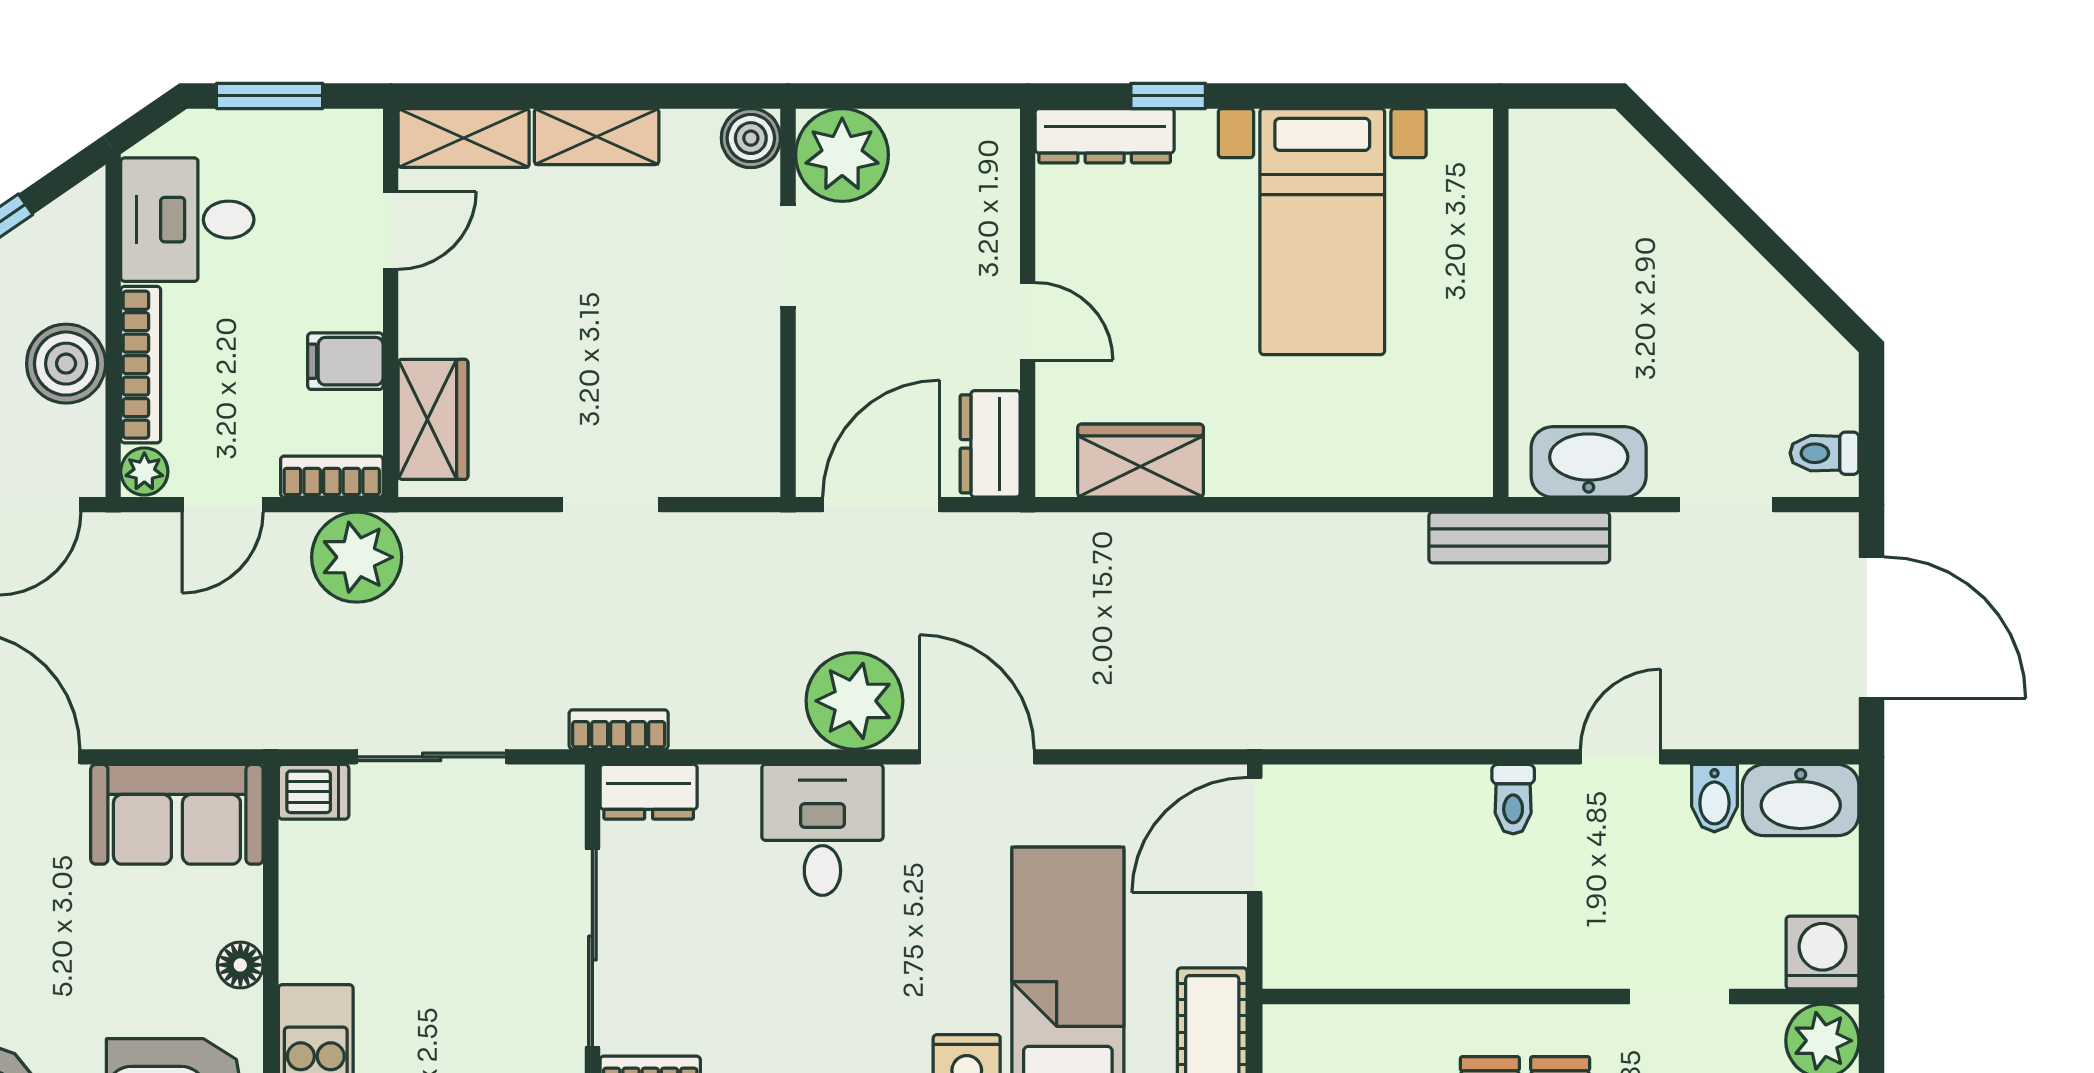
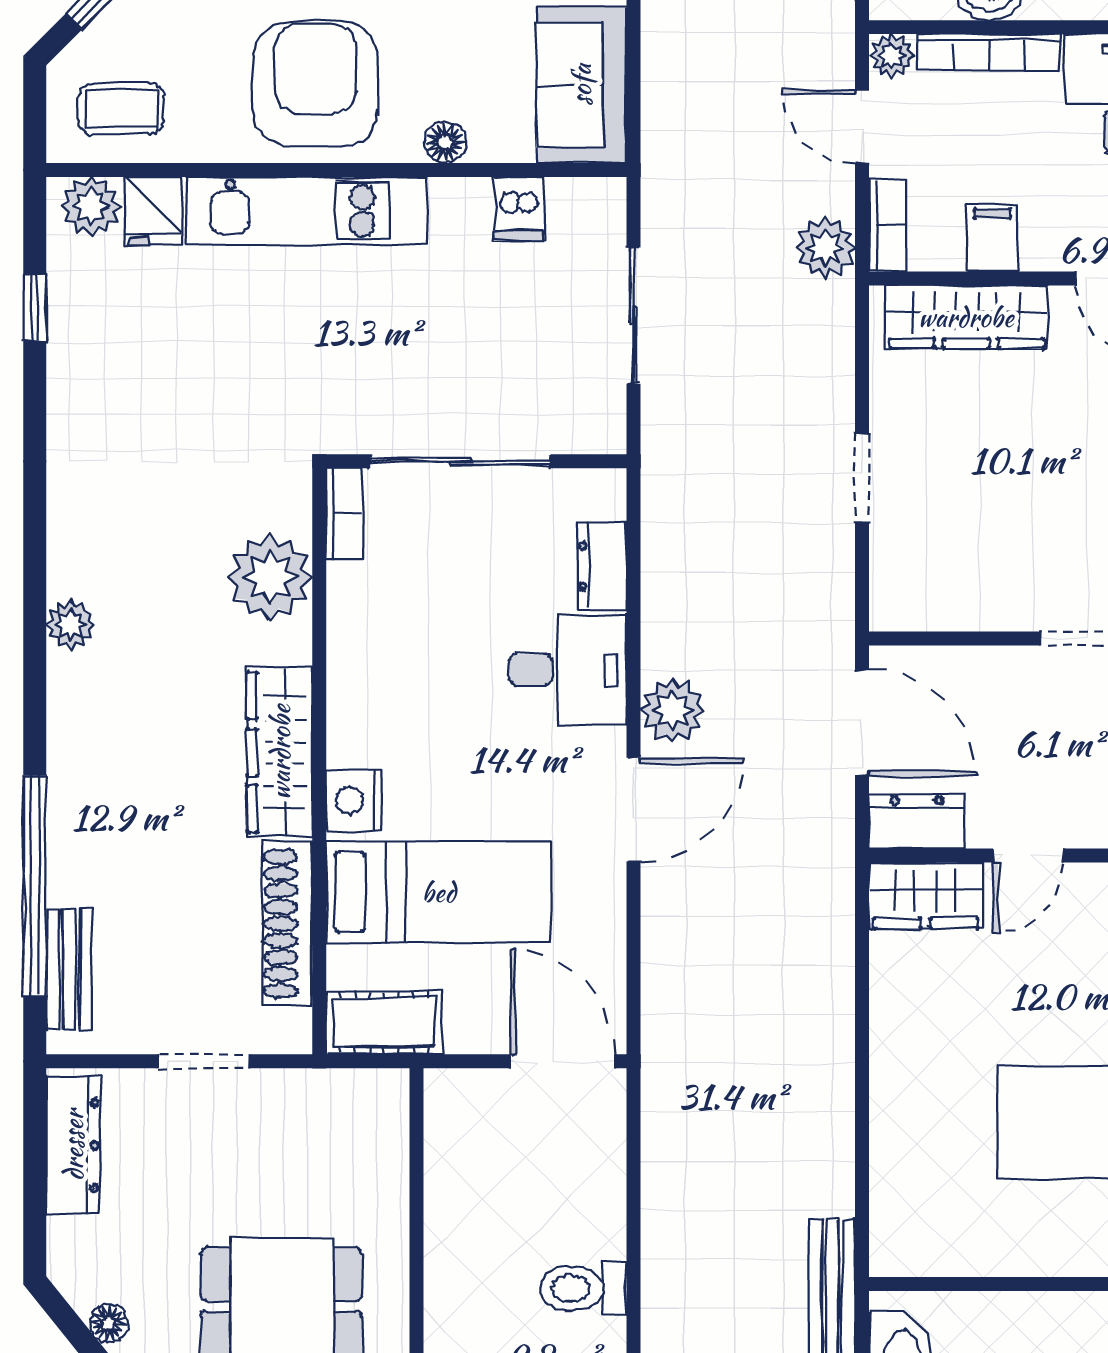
wardrobe: (433, 419) -> (966, 317), width x1.50
wardrobe: (1141, 461) -> (926, 895), moved, turned 90
plant: (357, 557) -> (825, 248), width x0.73, depth x0.73
plant: (854, 701) -> (673, 710), width x0.73, depth x0.73
bookcase: (619, 730) -> (658, 485), removed
dishwasher: (314, 792) -> (519, 209), moved
dresser: (649, 792) -> (602, 566), moved
toilet: (1513, 799) -> (583, 1288), width x1.37, depth x1.39

